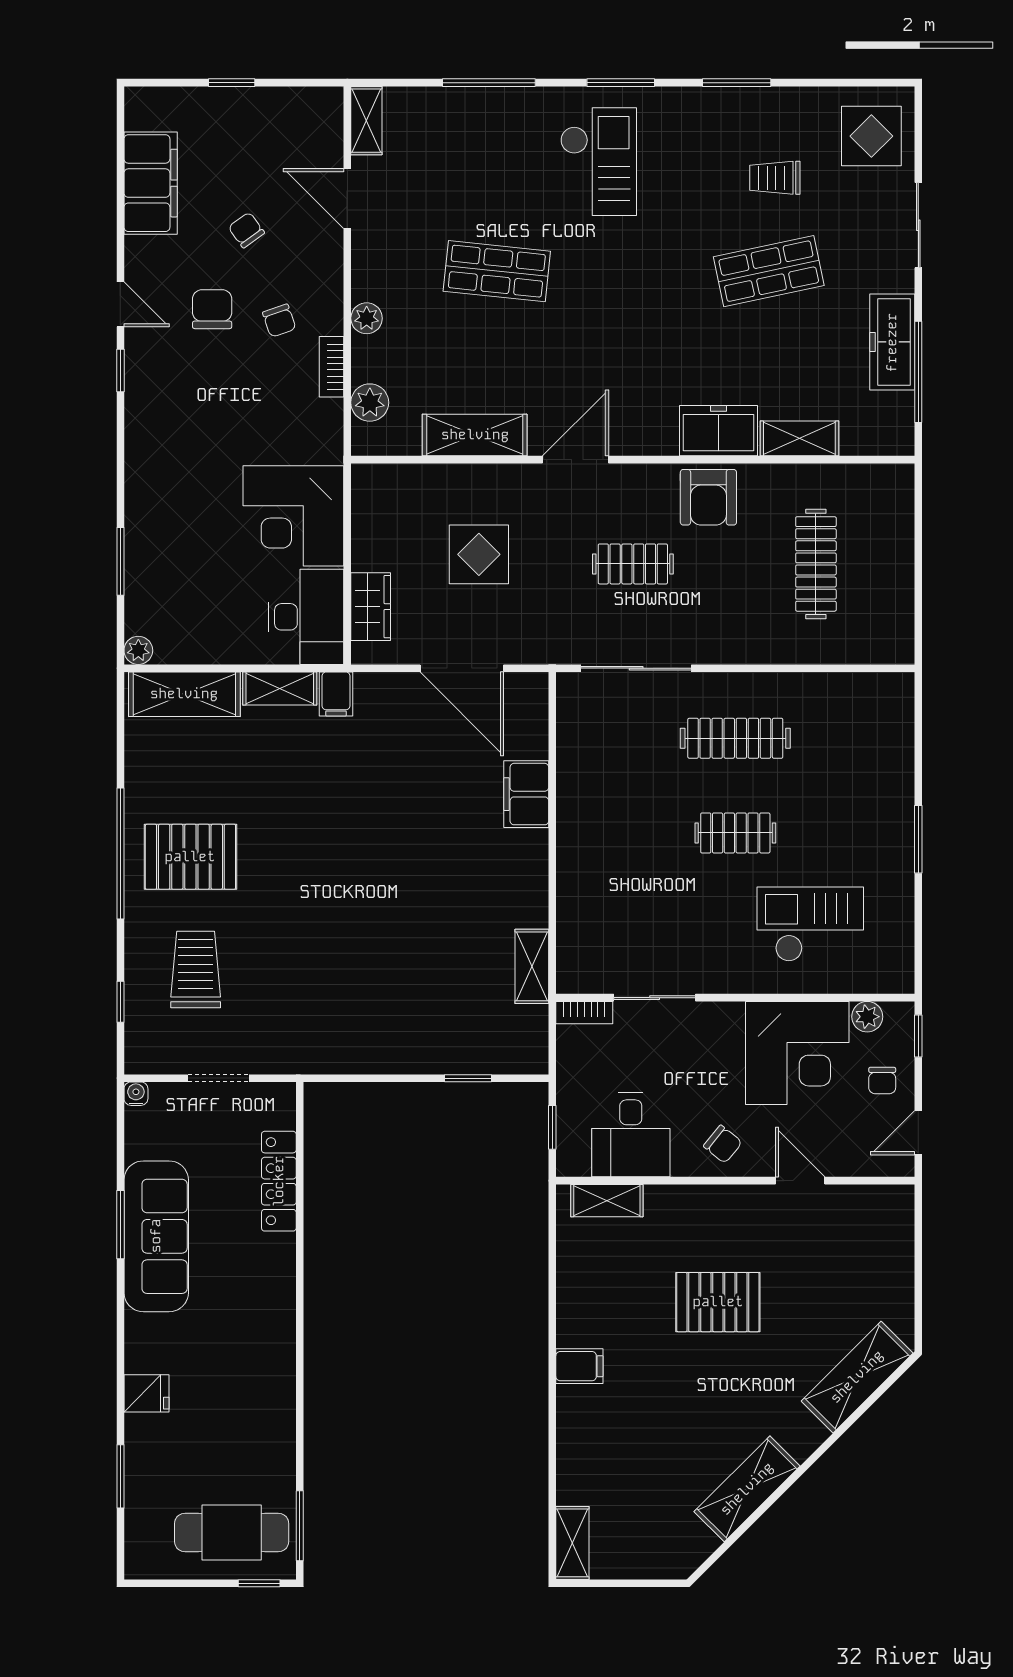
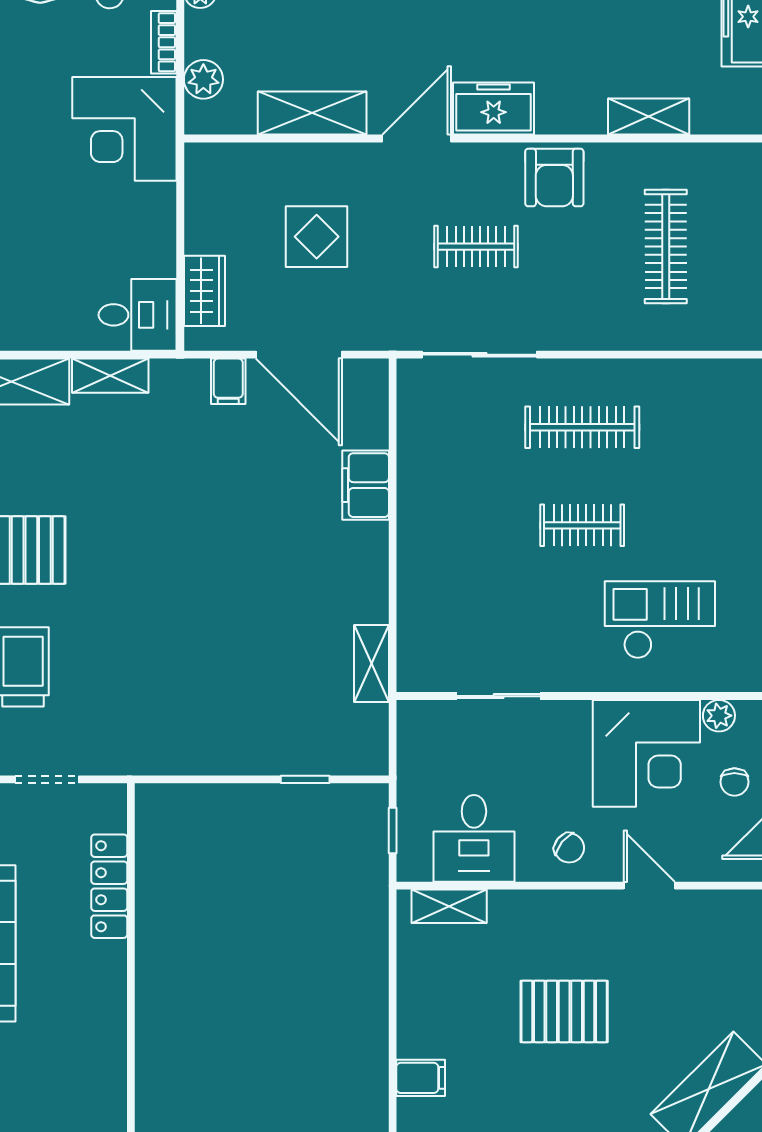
freezer: (718, 431) -> (494, 109), moved
corner desk: (293, 516) -> (124, 129), moved
desk: (306, 617) -> (138, 315), width x0.73
filing cabinet: (336, 694) -> (228, 381), moved
bookcase: (584, 1013) -> (426, 712), removed

